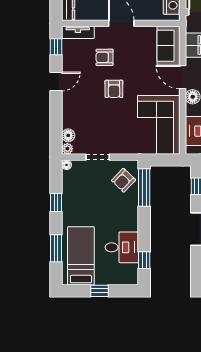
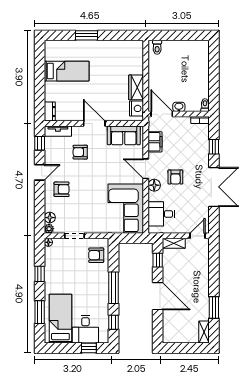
sofa: (168, 46) -> (124, 135), moved, turned -90
armchair: (114, 89) -> (62, 189), moved, turned -90
armchair: (124, 180) -> (96, 255), turned 46
window: (144, 187) -> (114, 288), moved
desk: (122, 247) -> (85, 329), moved, turned 90
window: (99, 291) -> (89, 348), moved

